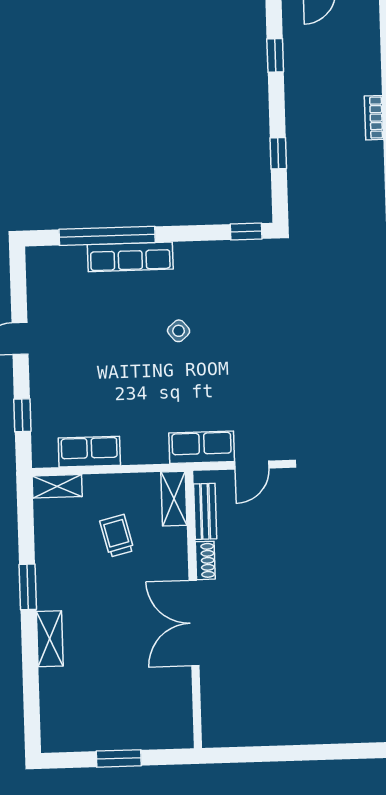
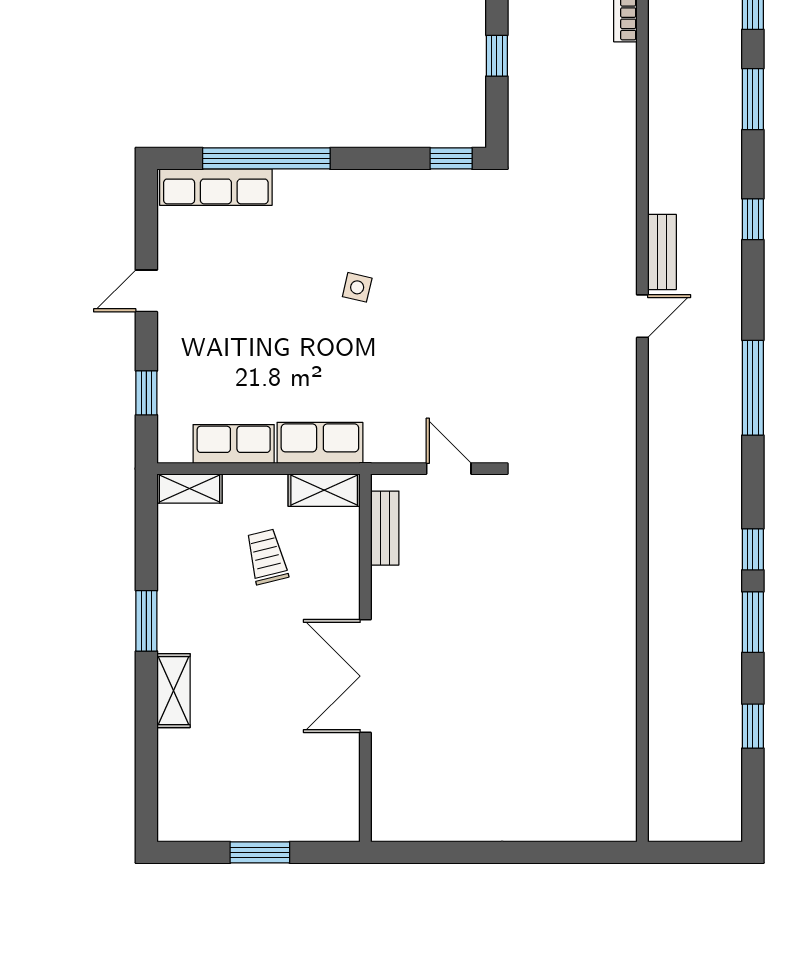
row of seats: (130, 257) -> (216, 187), moved
side table: (179, 331) -> (357, 287), turned -37
row of seats: (202, 447) -> (320, 443), moved
door: (252, 465) -> (449, 469), swing flipped
shelving: (174, 499) -> (324, 490), moved, turned 90
shoe rack: (205, 560) -> (383, 593), removed

